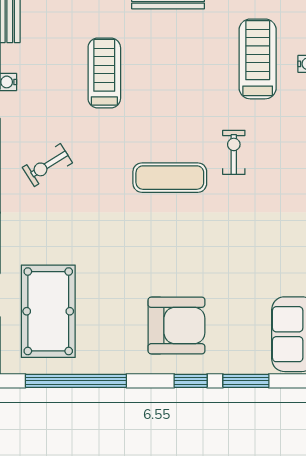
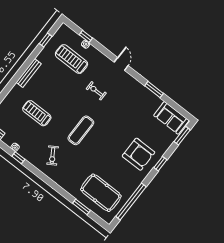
exercise mat: (170, 178) -> (81, 130), moved
armchair: (176, 326) -> (139, 154), turned 90
window: (246, 381) -> (182, 136), moved

